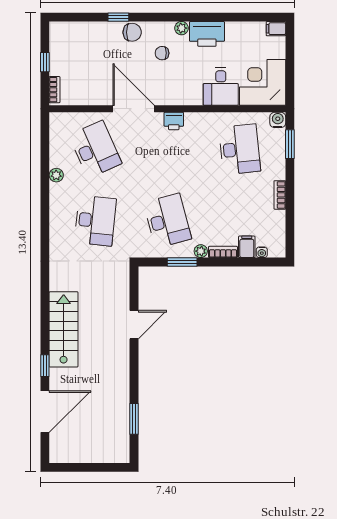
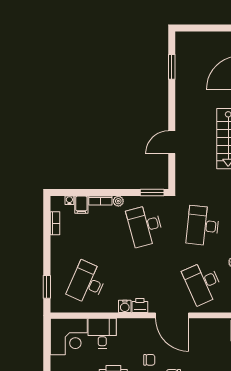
water cooler: (278, 120) -> (125, 306), moved
desk: (240, 149) -> (87, 283), turned 30
bookcase: (280, 195) -> (55, 223), moved
window: (182, 262) -> (152, 193), moved

